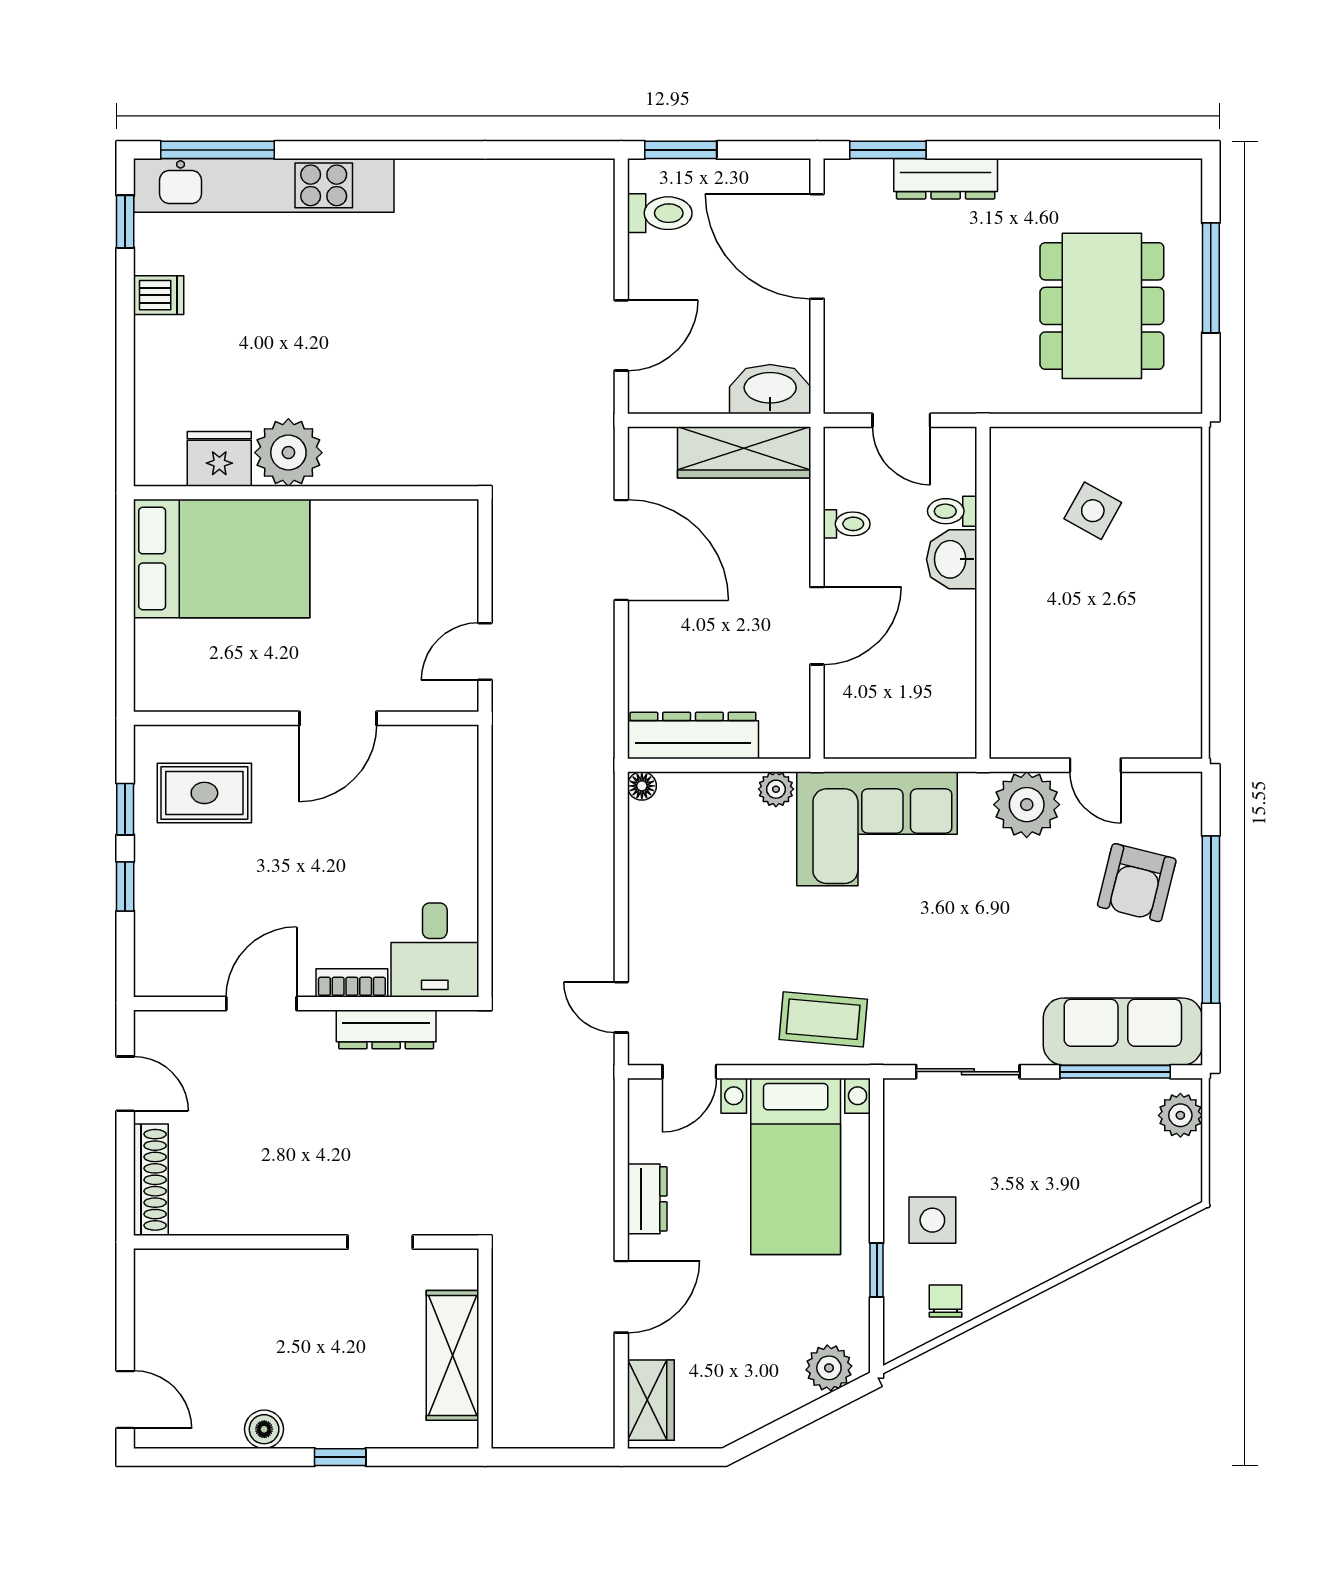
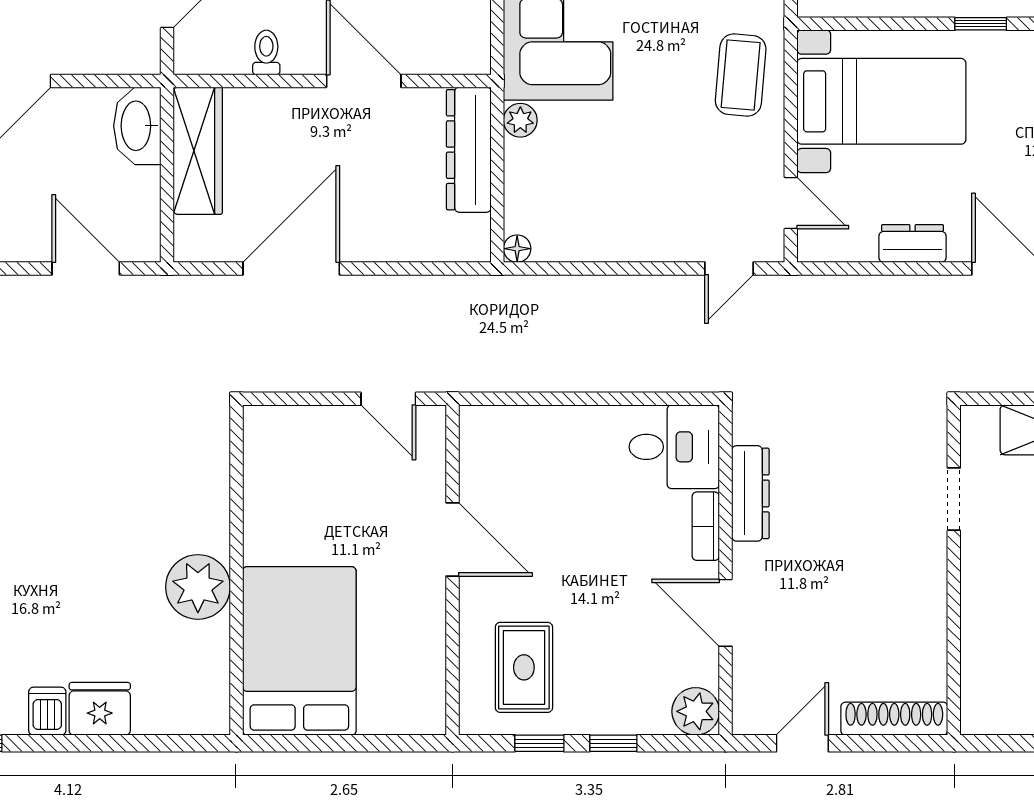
fridge: (219, 459) -> (100, 709), moved, turned 90
dresser: (693, 735) -> (469, 150), moved
plant: (158, 972) -> (696, 711), added

